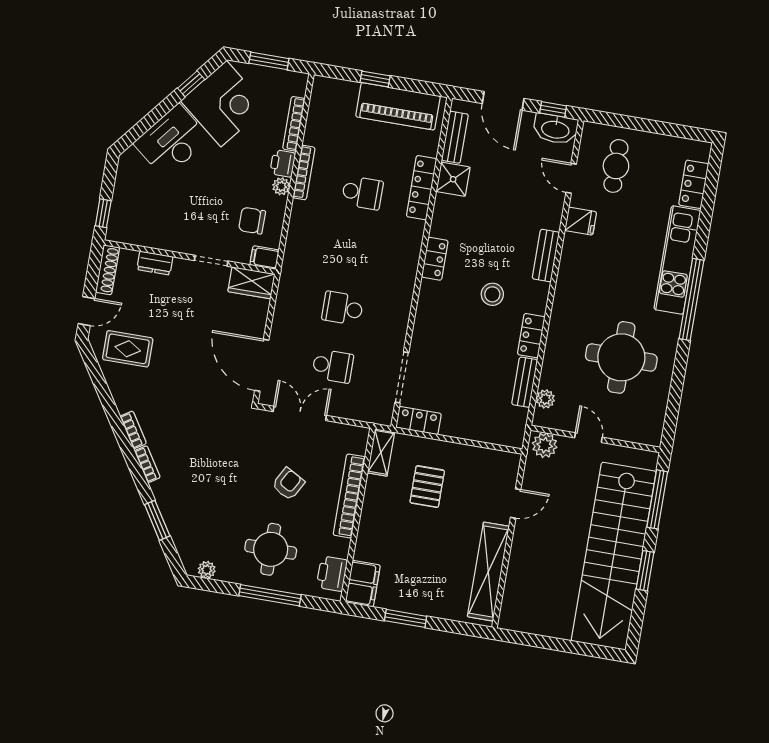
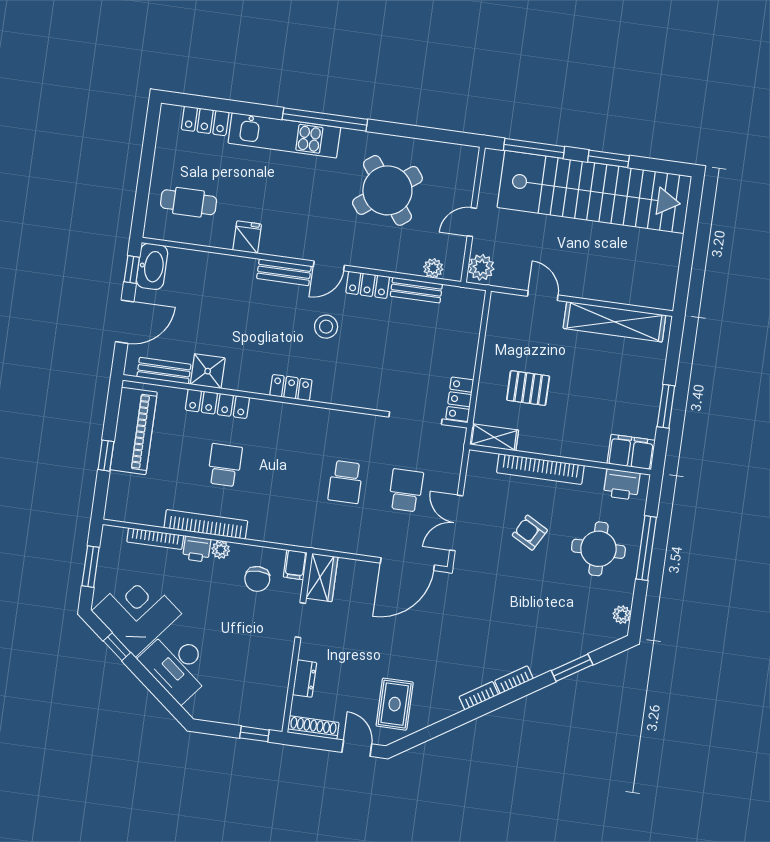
bookcase: (304, 173) -> (206, 524), width x1.48, depth x1.31
door: (571, 178) -> (329, 266), moved
round table: (621, 357) -> (387, 190), turned -37

